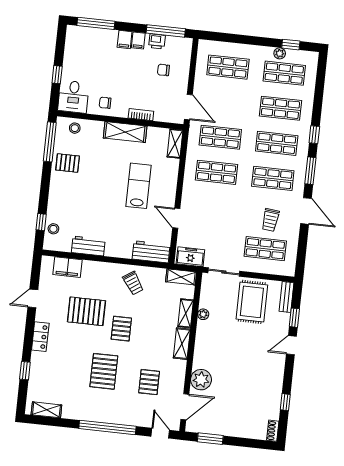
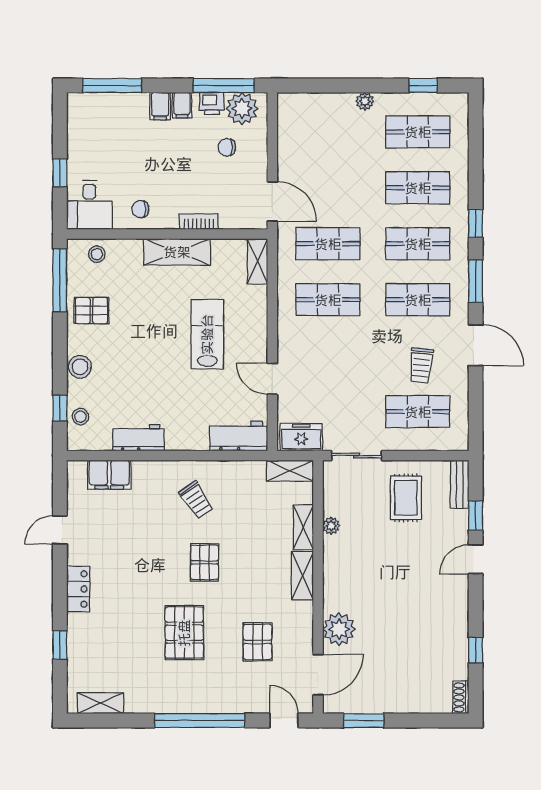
plant: (176, 47) -> (242, 109), added
plant: (280, 53) -> (365, 101), moved
shop shelf: (228, 67) -> (328, 132), removed
stool: (56, 198) -> (80, 367), added
trolley: (133, 283) -> (196, 500), moved
rug: (252, 302) -> (406, 498), width x0.73, depth x0.70
pallet: (86, 311) -> (147, 541), removed

